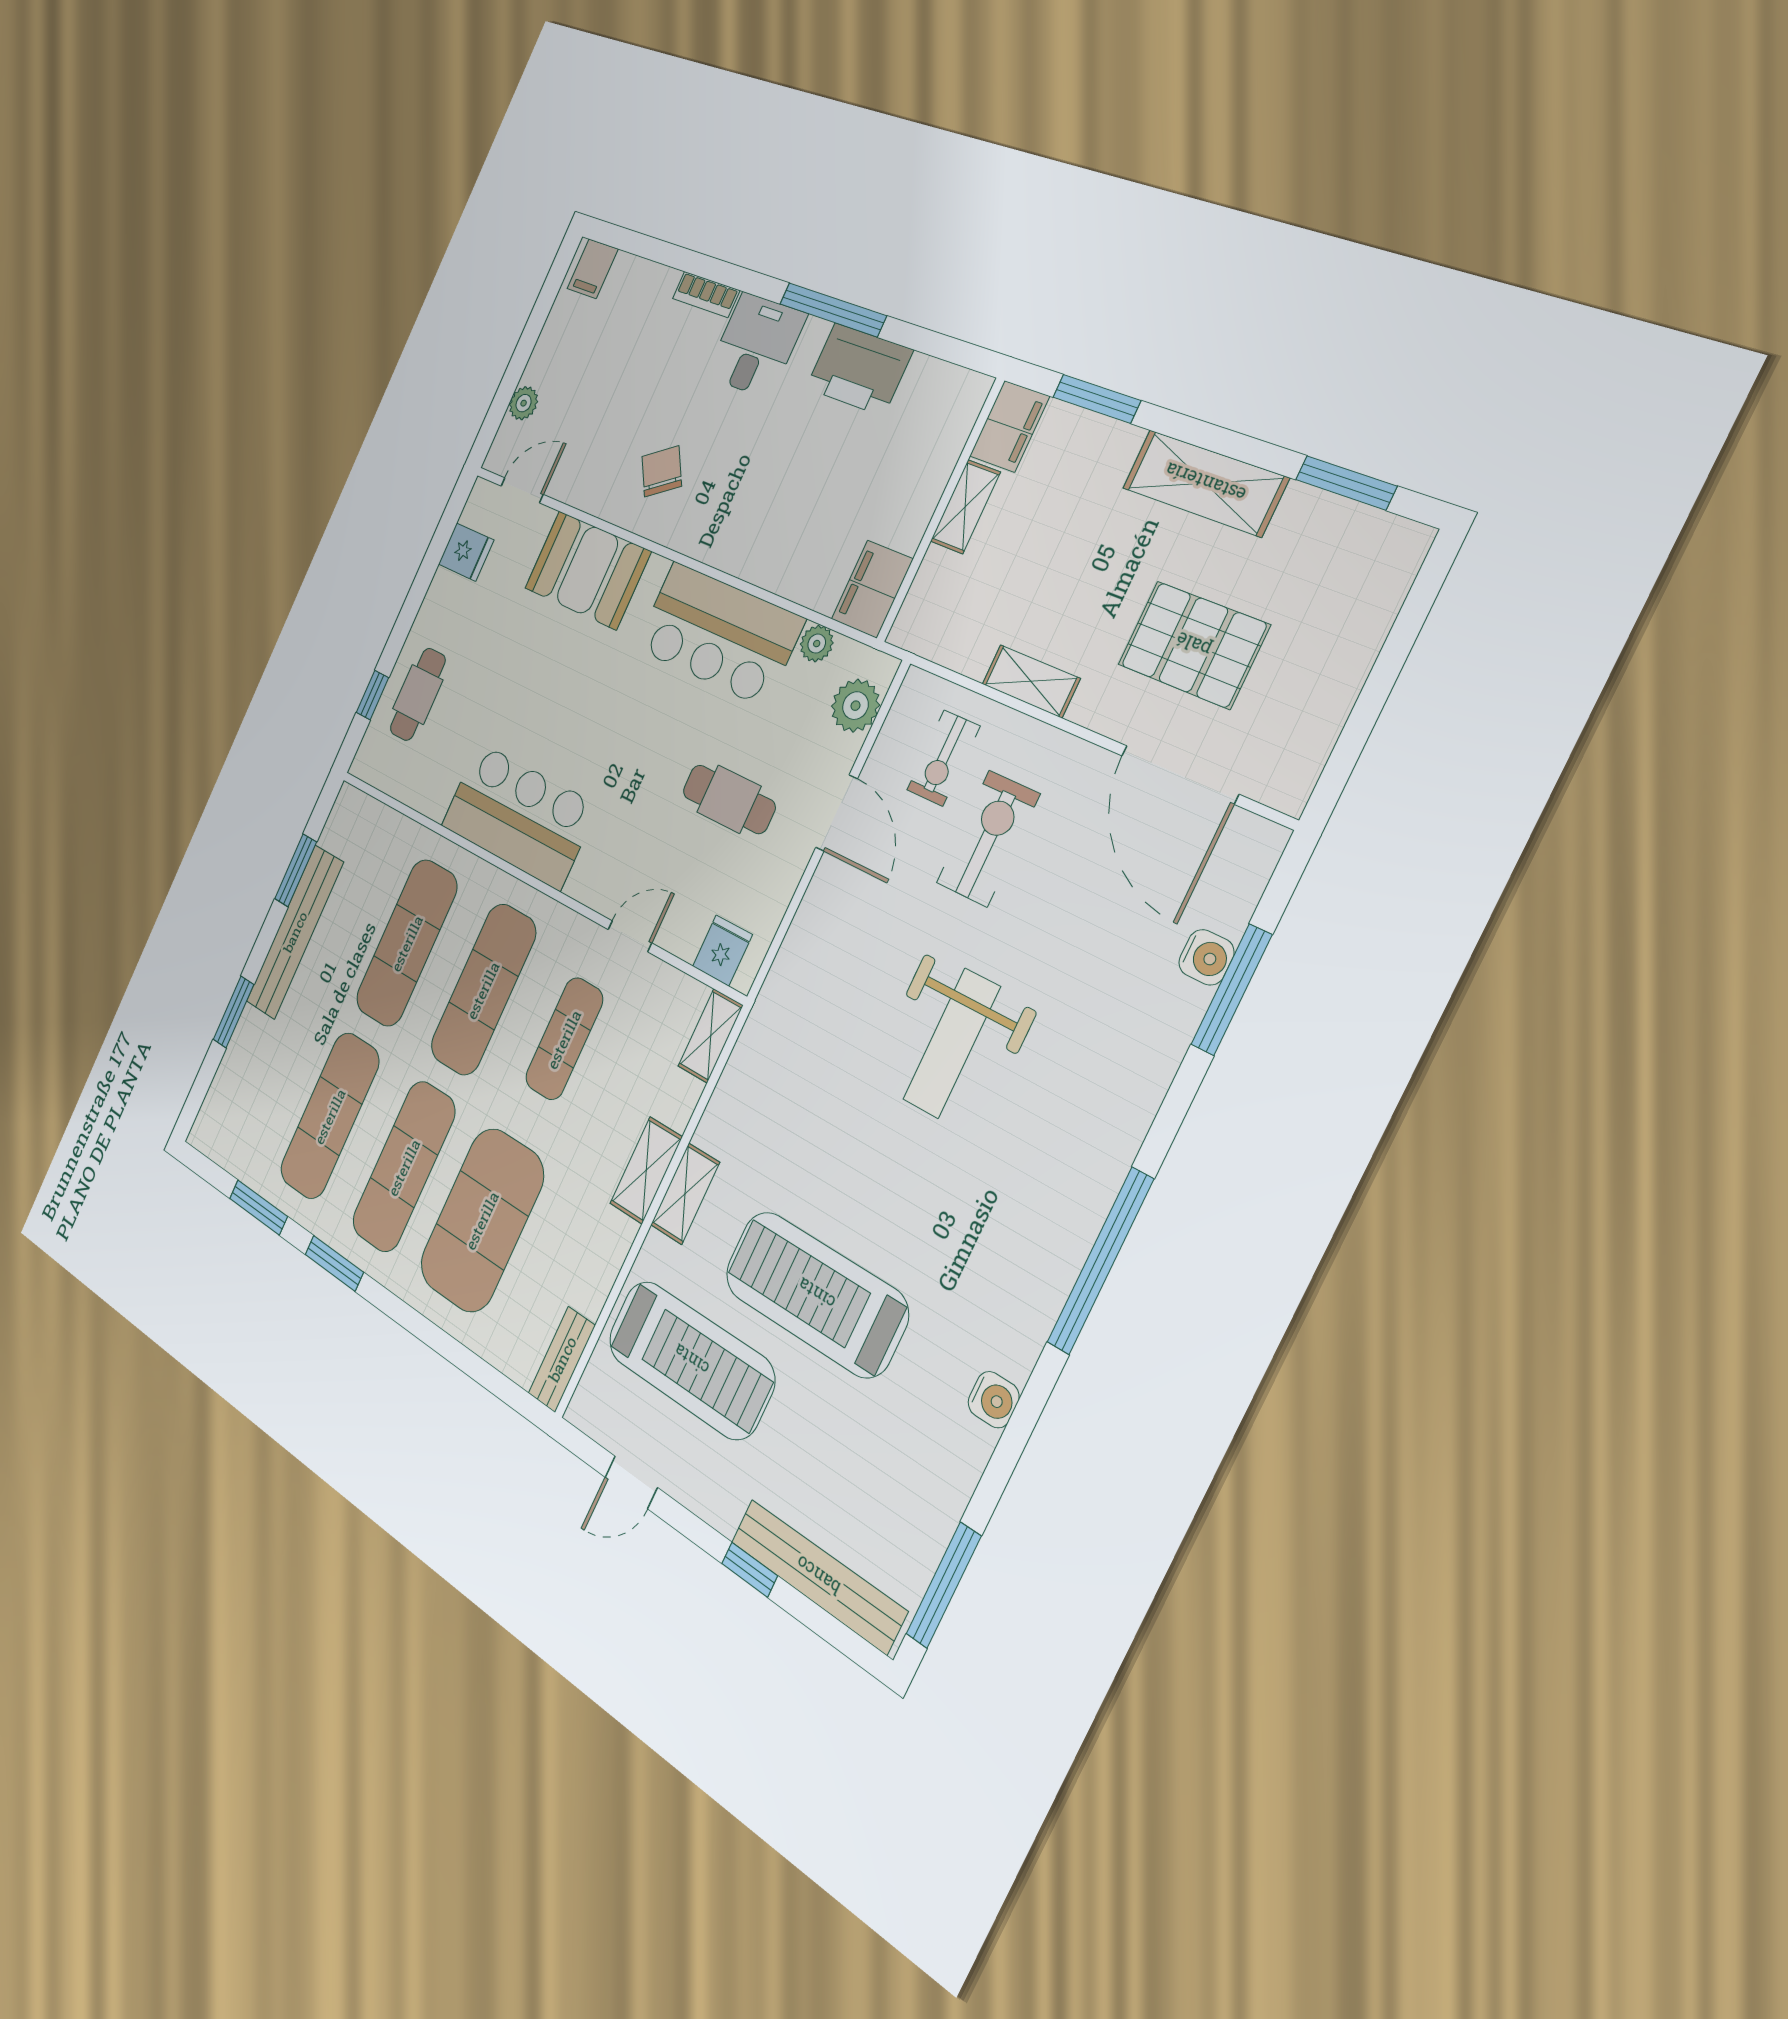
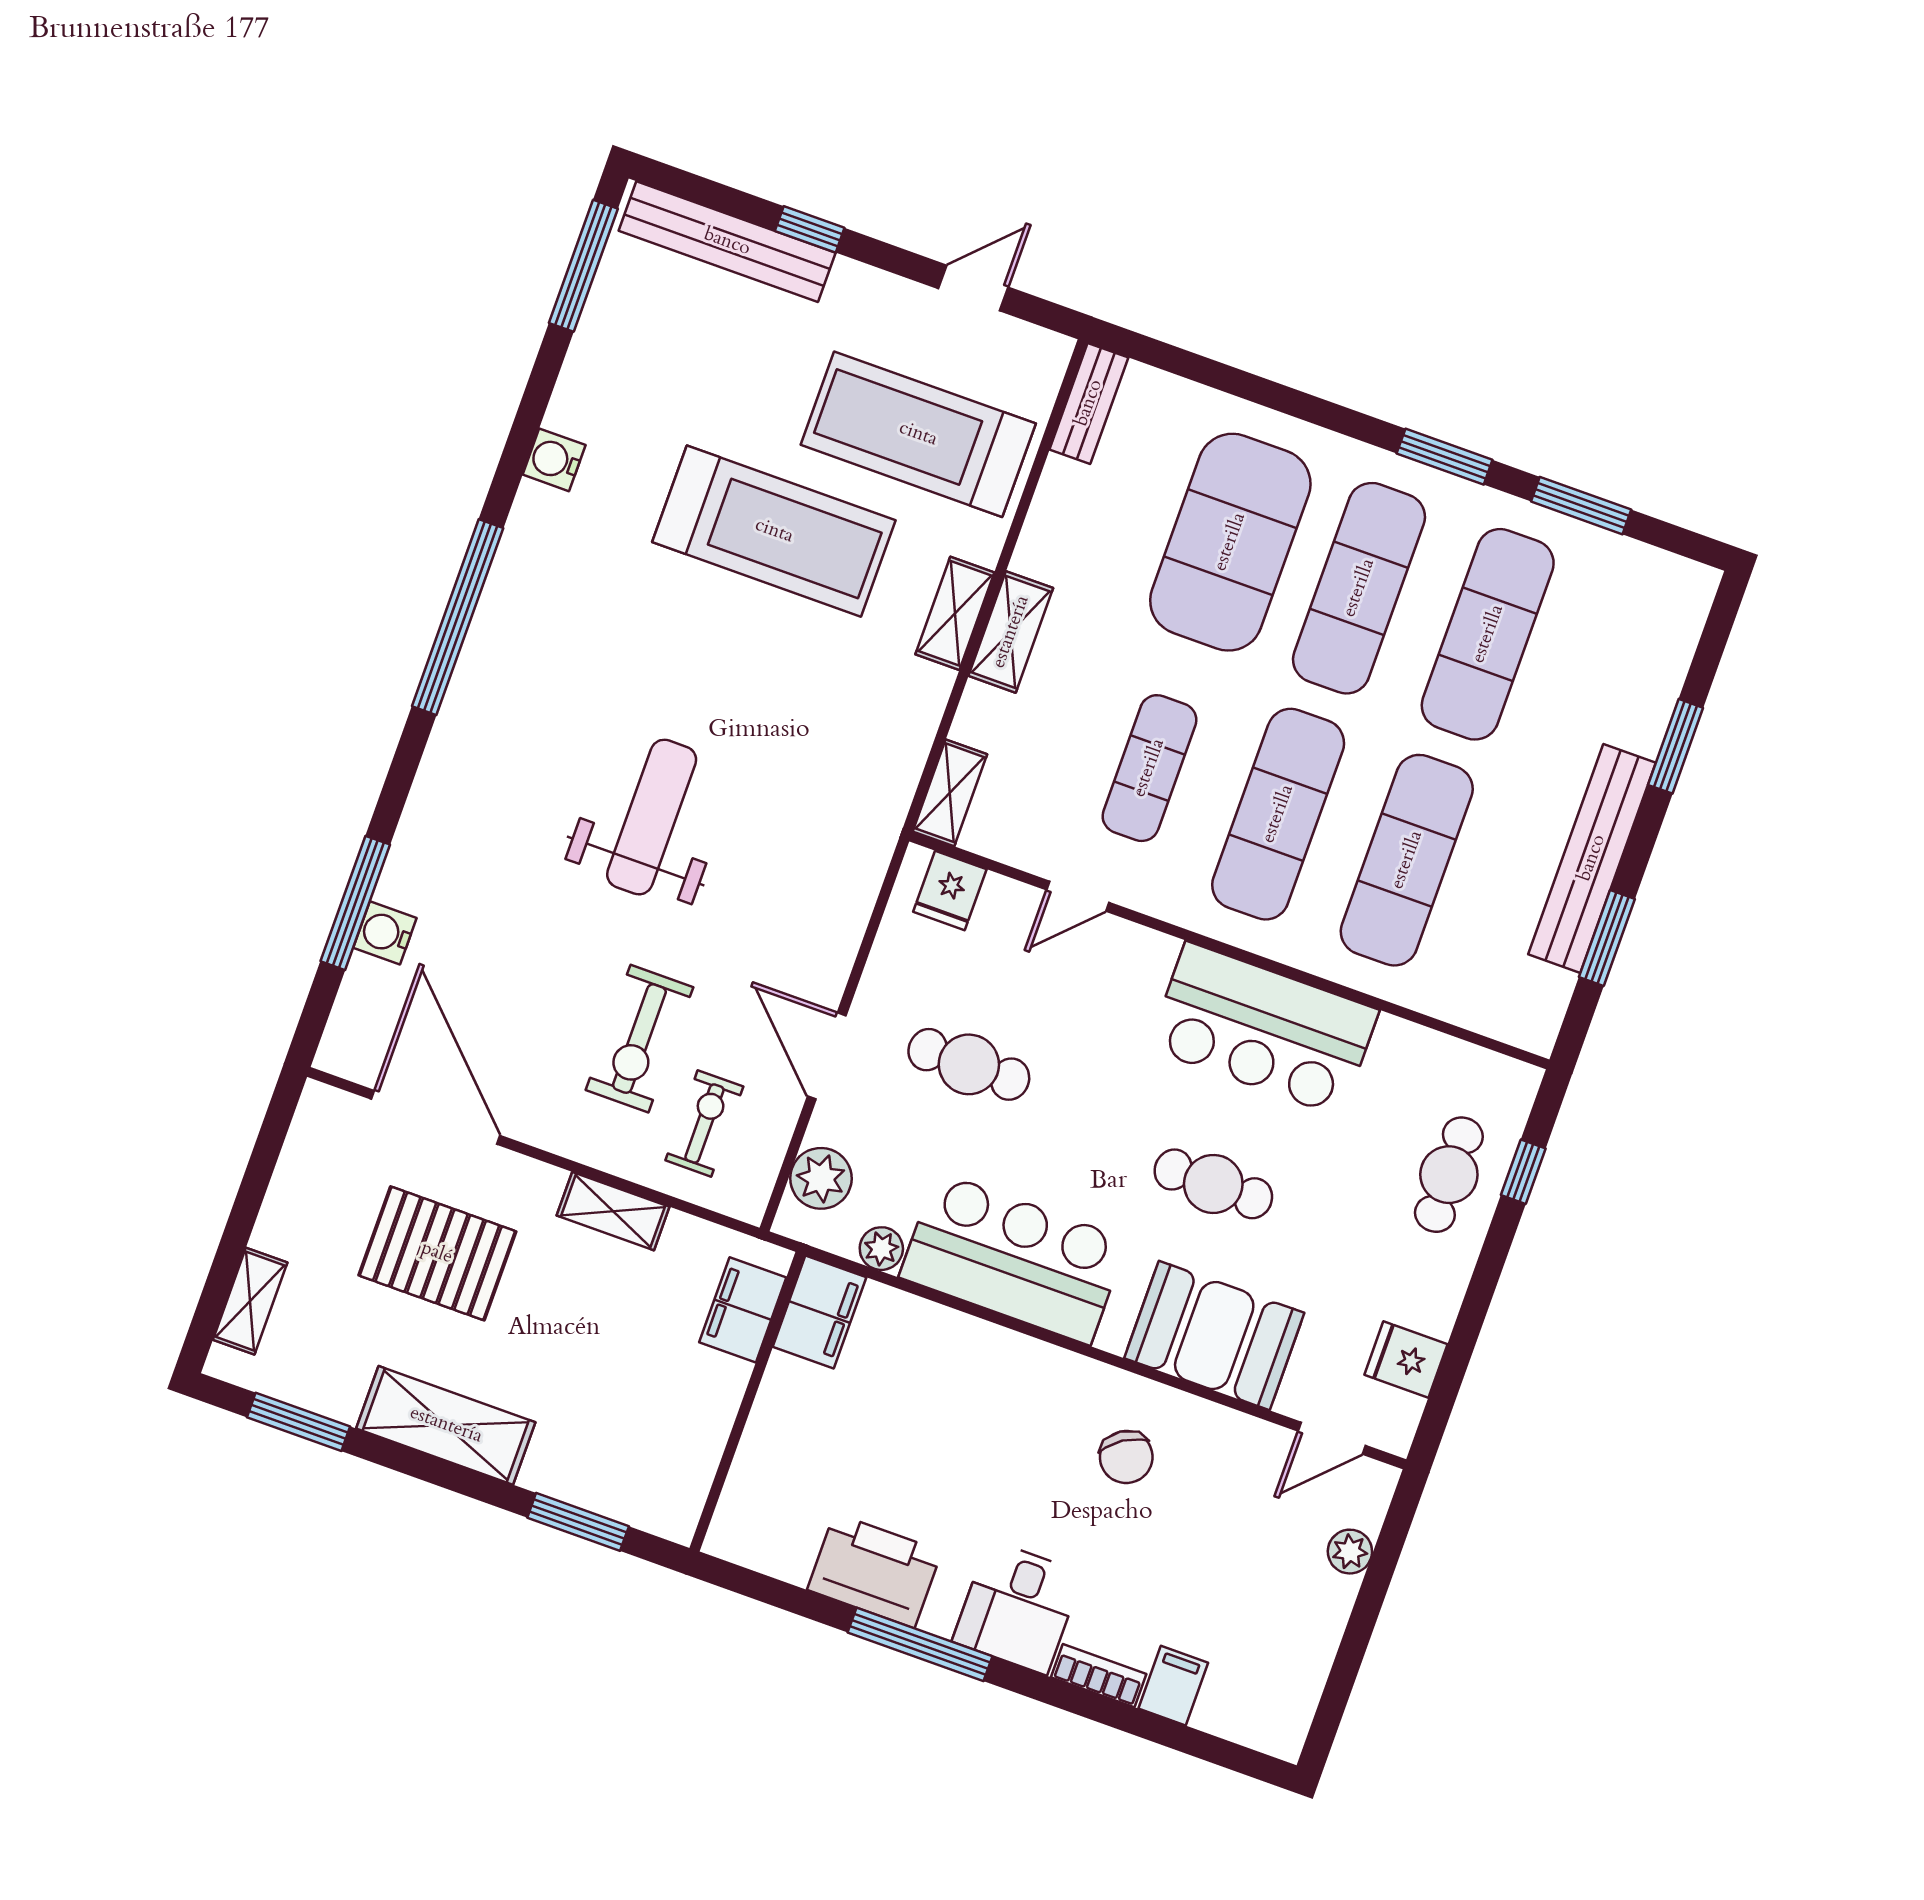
filing cabinet: (593, 269) -> (1173, 1686), moved
filing cabinet: (1009, 426) -> (743, 1310), moved
shelving: (965, 507) -> (250, 1301), moved
cafe table: (570, 692) -> (1213, 1184), added

